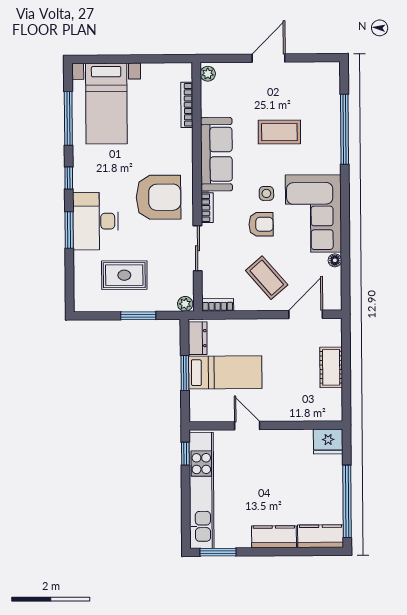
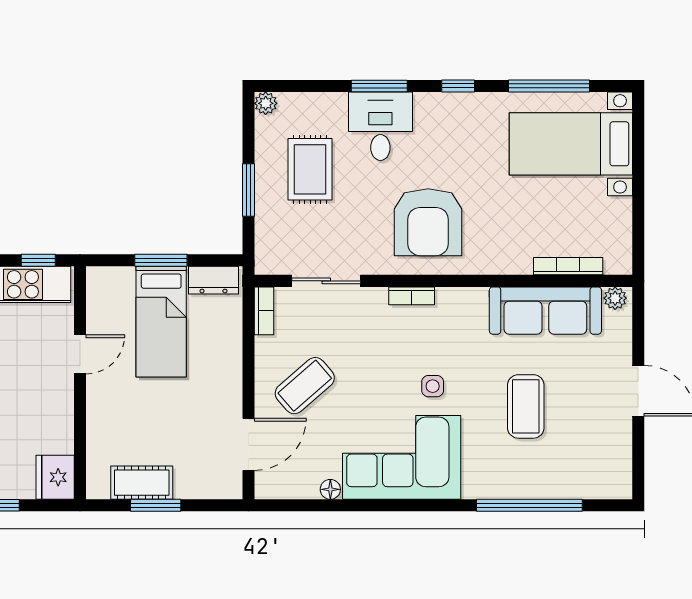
sofa: (216, 154) -> (545, 311), moved
desk: (96, 221) -> (380, 126), width x0.73
armchair: (261, 224) -> (386, 378), removed
sliding door: (198, 248) -> (326, 281), moved
plant: (185, 304) -> (266, 103), moved
door: (306, 314) -> (248, 444), hinge flipped
cot: (331, 367) -> (142, 483), moved
window: (346, 375) -> (156, 505), added

